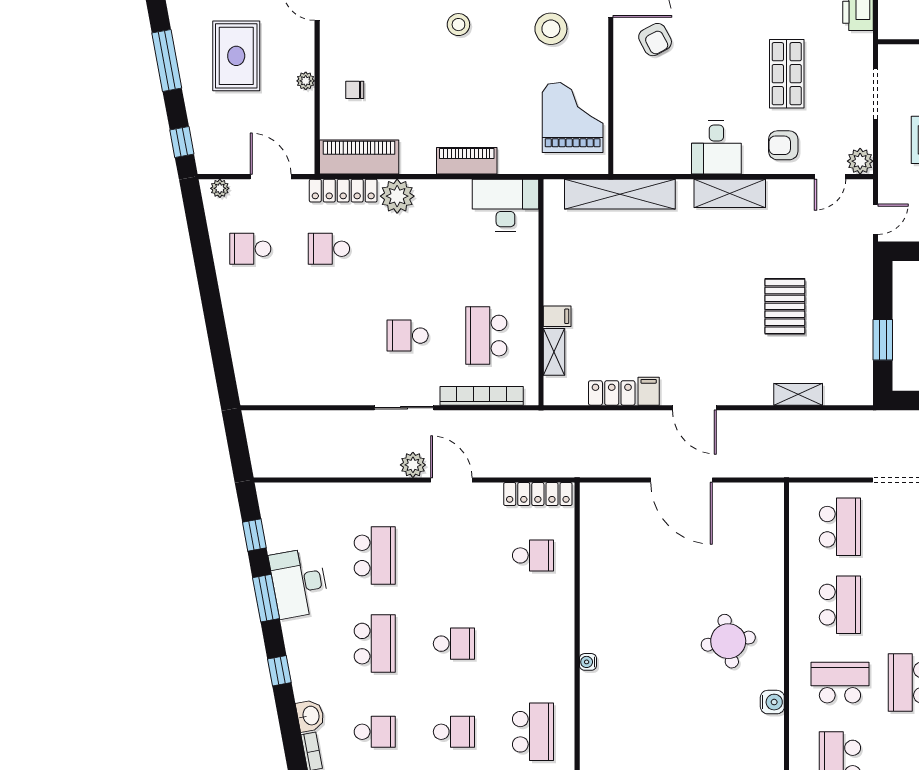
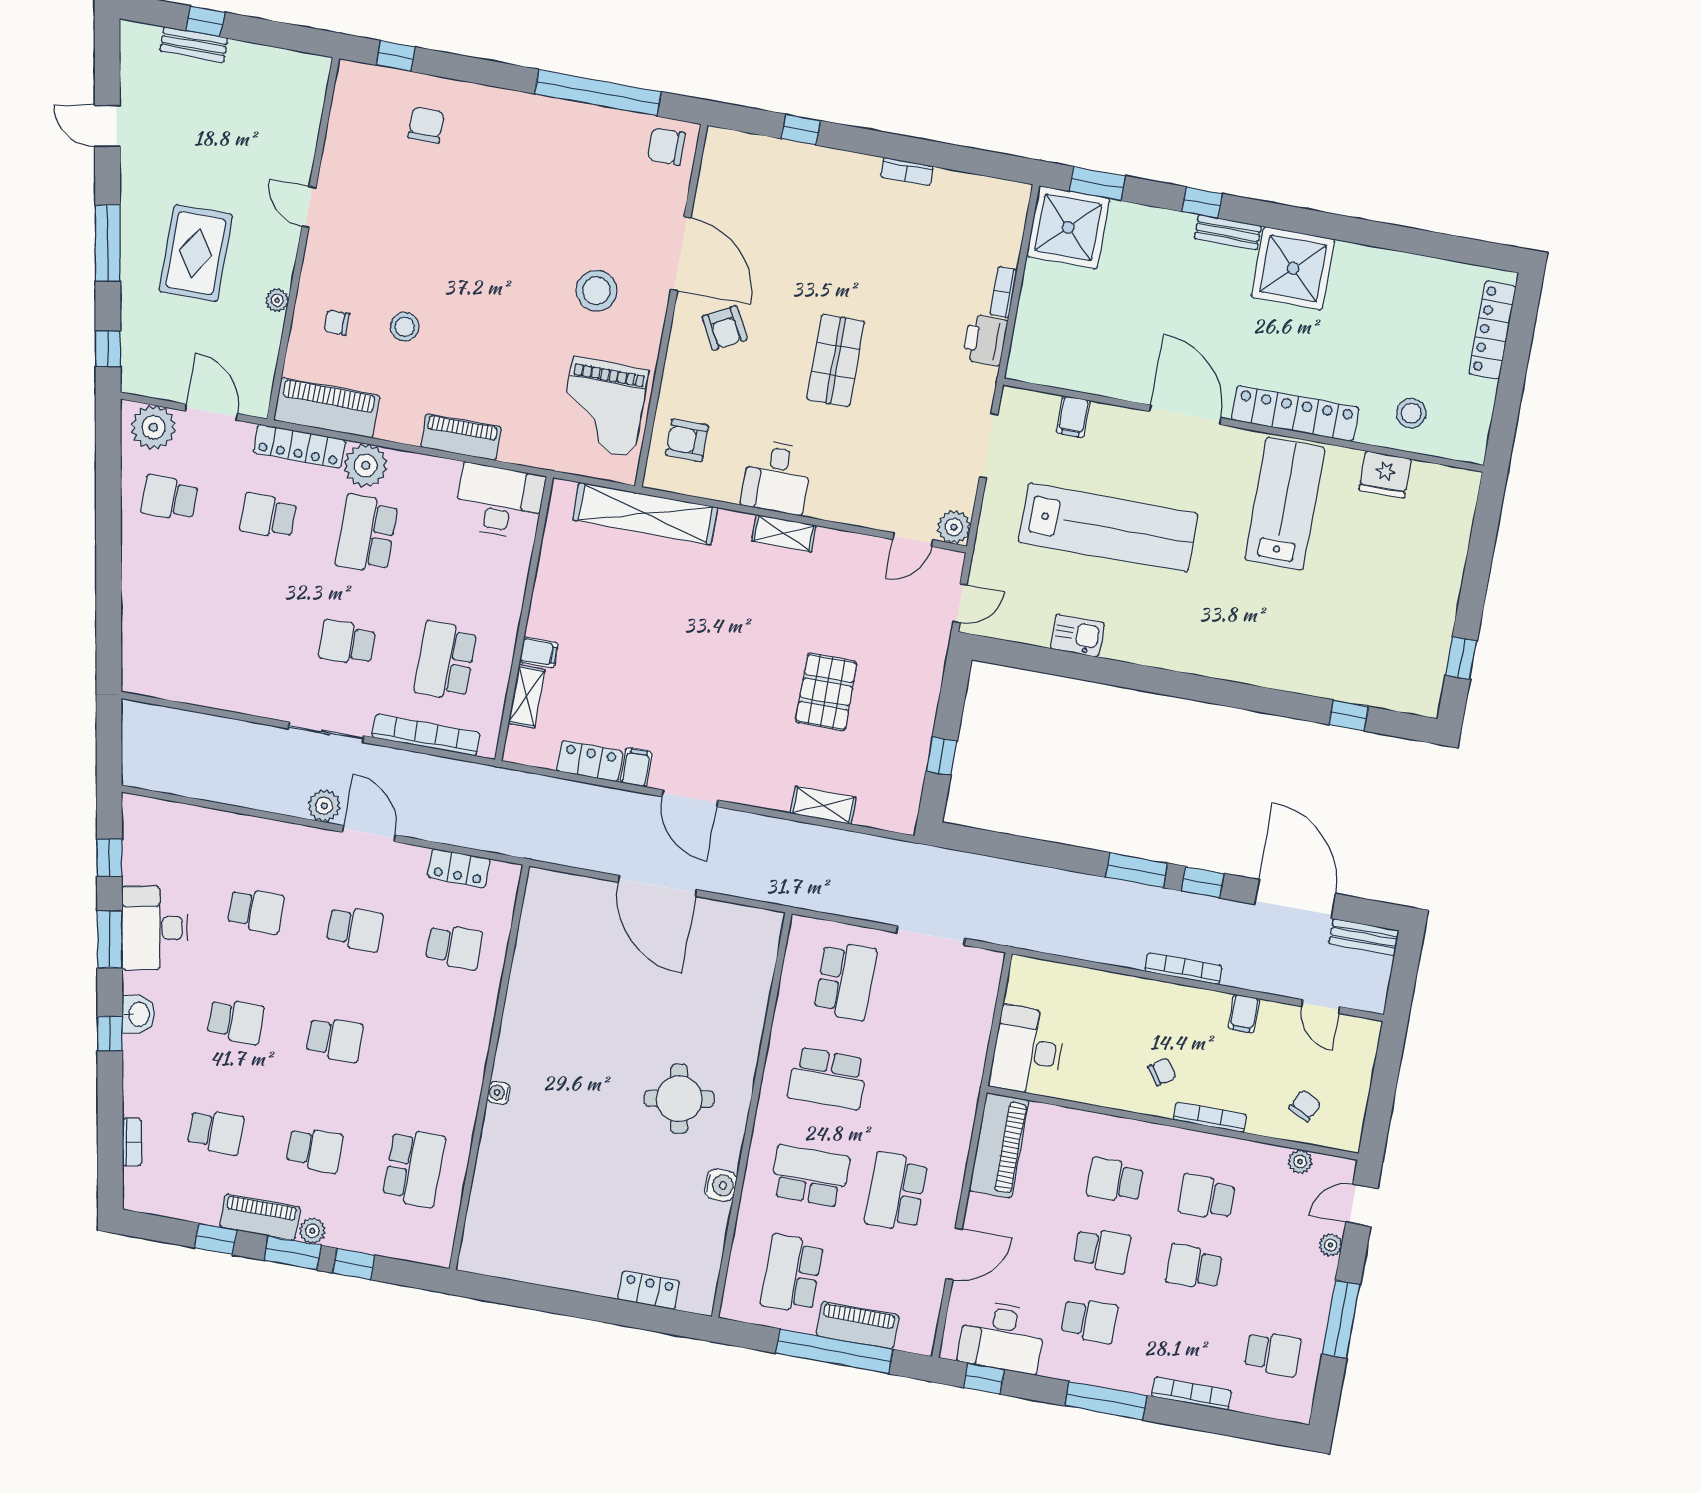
stool: (458, 25) -> (405, 327), moved
shop shelf: (787, 74) -> (836, 360), moved
grand piano: (573, 117) -> (603, 407), turned 180
armchair: (783, 145) -> (687, 440), moved
plant: (220, 188) -> (153, 427), width x1.87, depth x1.87
shelving: (730, 193) -> (784, 533), width x0.67, depth x0.75
school desk: (408, 249) -> (367, 534), added
window: (883, 340) -> (942, 756), width x0.67
locker: (538, 494) -> (459, 868), width x0.66
school desk: (375, 555) -> (256, 911), width x0.54
school desk: (454, 555) -> (355, 929), added
school desk: (840, 605) -> (828, 1078), turned 90
school desk: (375, 644) -> (236, 1021), width x0.54
washbasin: (310, 716) -> (138, 1014), moved

